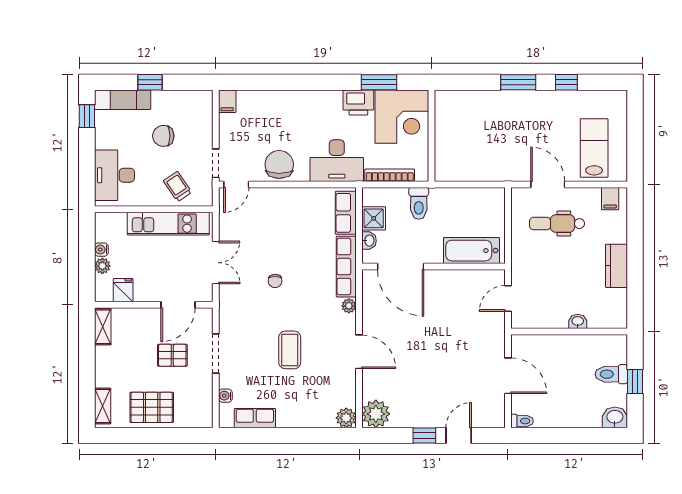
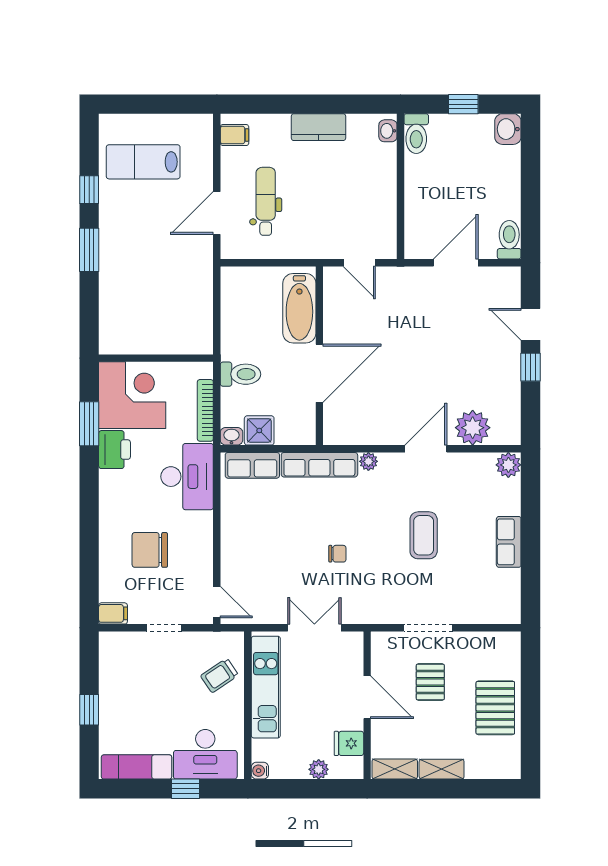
exam couch: (123, 100) -> (136, 767), moved, turned -90
window: (87, 116) -> (185, 789), moved
chair: (163, 136) -> (156, 693), removed
lab bench: (594, 148) -> (143, 162), moved
doorway: (216, 163) -> (164, 628), moved
chair: (279, 164) -> (150, 550), moved
dental chair: (557, 224) -> (266, 201), turned 180
washbasin: (369, 241) -> (231, 436), moved
water cooler: (101, 250) -> (260, 771), moved, turned 90
door: (401, 267) -> (319, 373), moved
door: (178, 305) -> (367, 697), moved
washbasin: (578, 321) -> (388, 131), moved
coffee table: (290, 350) -> (424, 535), turned 90
toilet: (611, 374) -> (416, 134), moved
water cooler: (225, 396) -> (481, 616), removed
shelving: (103, 406) -> (442, 769), moved
plant: (376, 414) -> (473, 428), moved
row of seats: (255, 418) -> (509, 542), moved
toilet: (522, 421) -> (509, 240), width x1.37, depth x1.39

